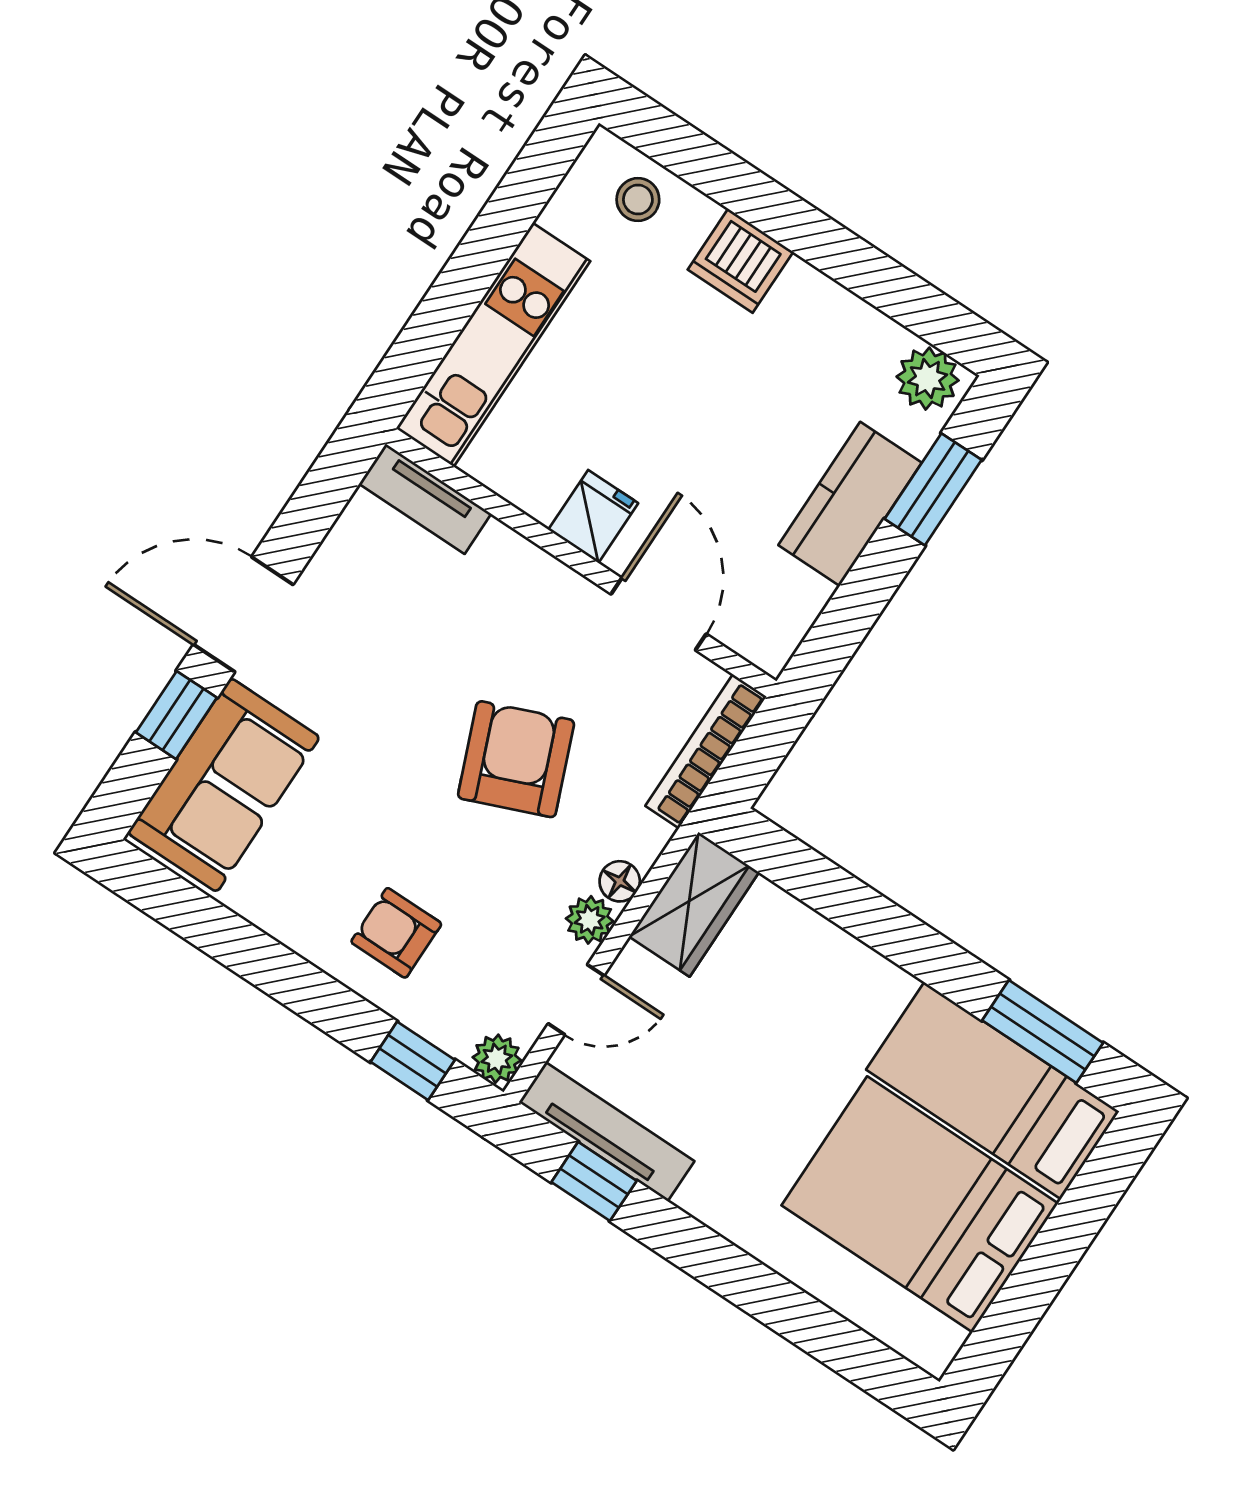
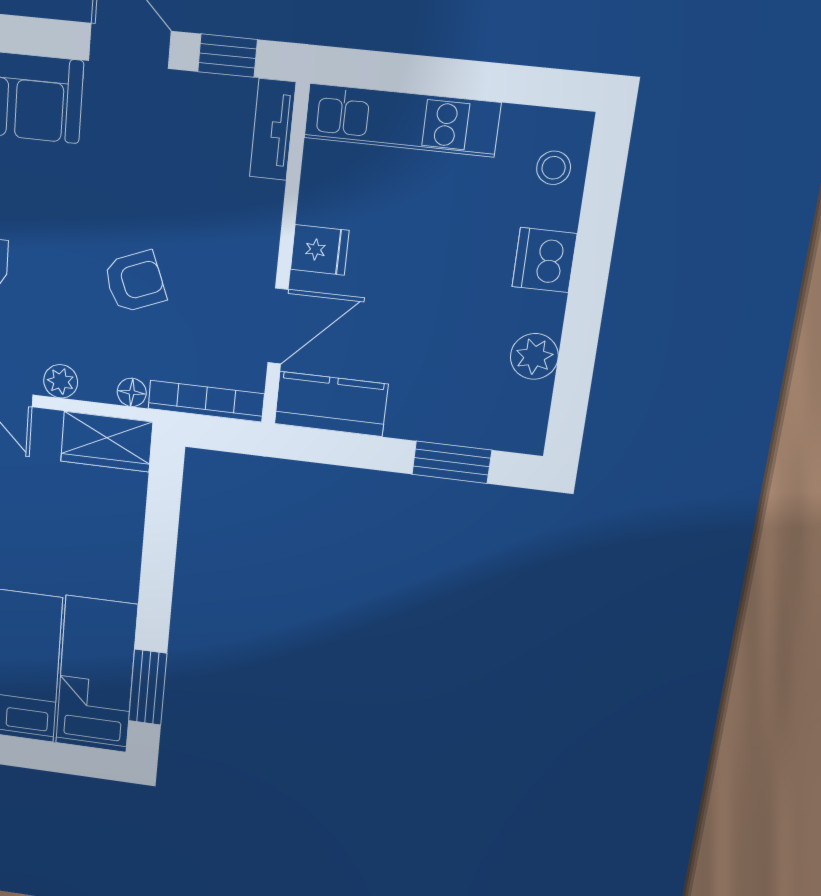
plant: (928, 379) -> (534, 356), moved
kitchen counter: (850, 504) -> (331, 404), moved
window: (176, 715) -> (228, 56), moved
armchair: (516, 759) -> (135, 282), width x0.72, depth x0.72
floor lamp: (620, 881) -> (132, 392), moved

